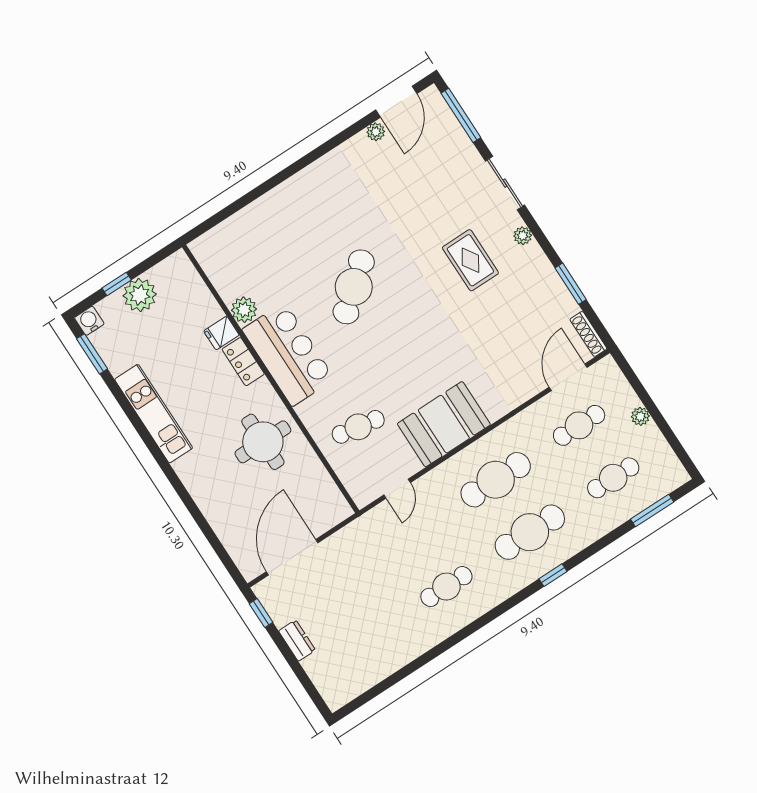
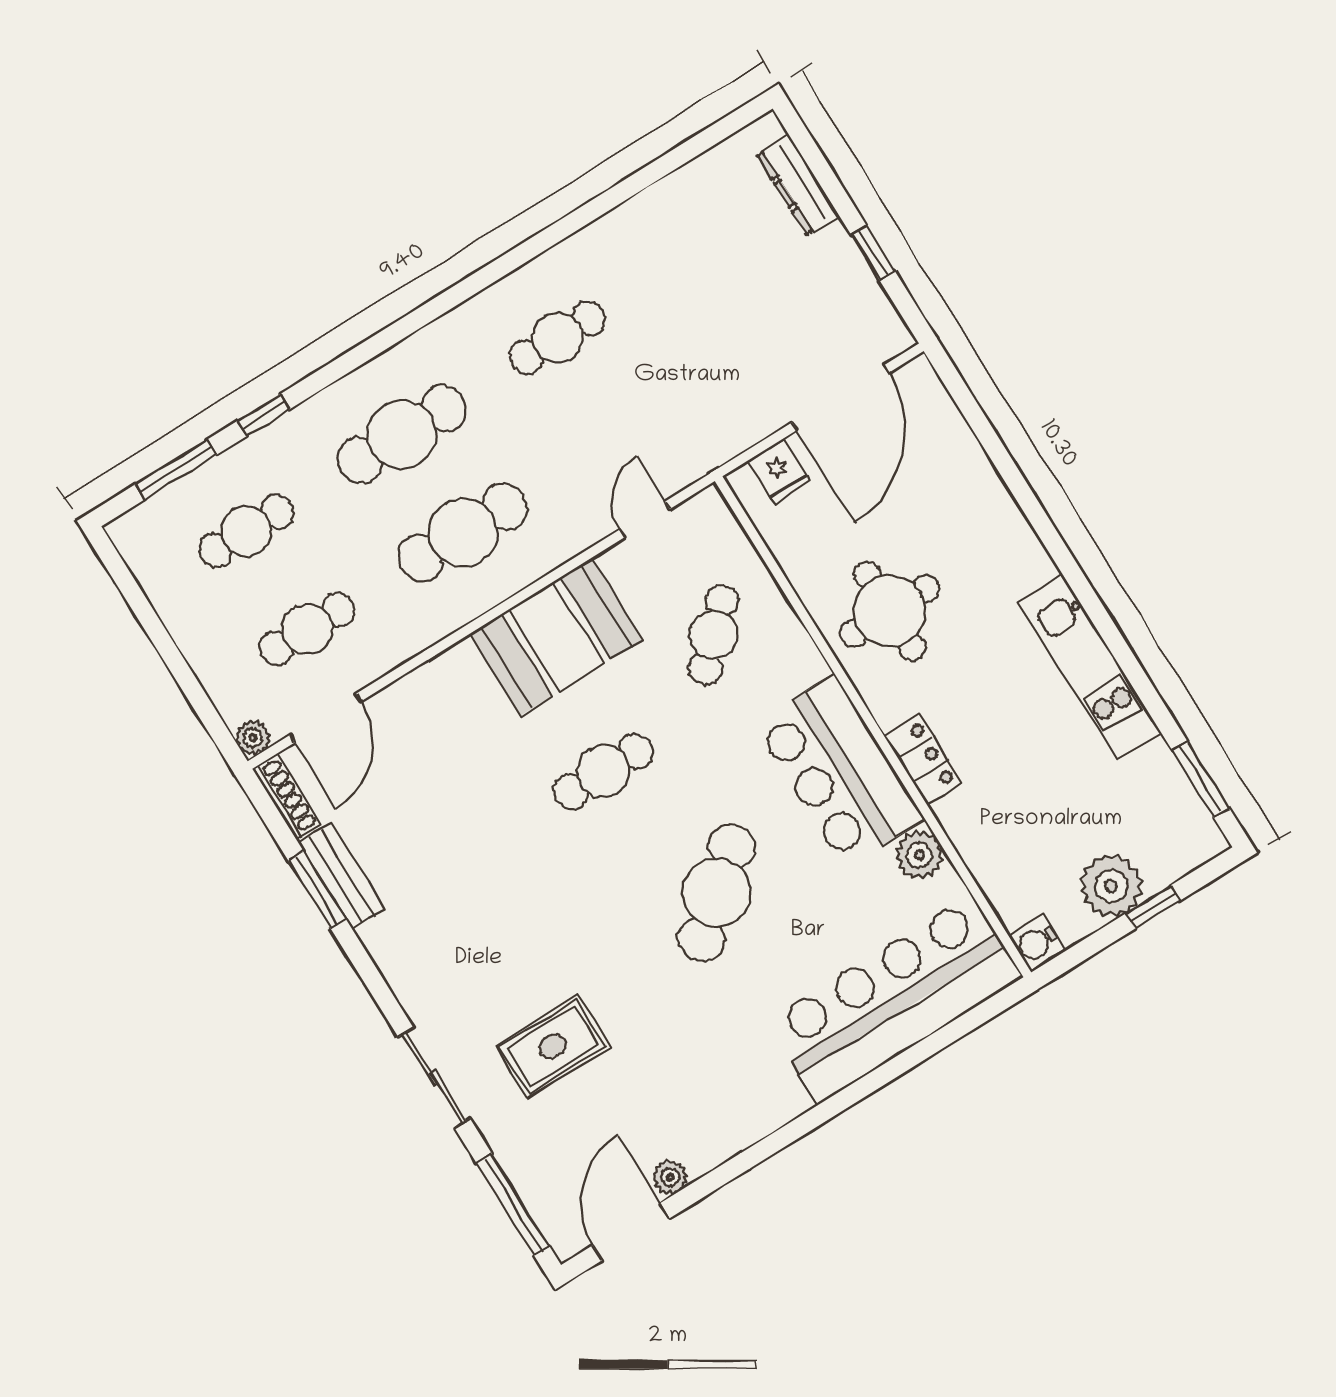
bar counter: (256, 231) -> (895, 999), added
plant: (523, 236) -> (404, 980), removed
rug: (470, 260) -> (553, 1047), moved, turned 90
bench: (557, 292) -> (342, 876), added
water cooler: (89, 321) -> (1037, 943), moved, turned 90
fridge: (221, 333) -> (779, 471), moved, turned 90
cafe table: (417, 351) -> (603, 771), added
plant: (640, 416) -> (253, 738), moved
cafe table: (358, 427) -> (714, 635), turned -54
window: (553, 575) -> (264, 415), moved
window: (261, 613) -> (873, 253), moved
dresser: (297, 641) -> (798, 185), moved, width x1.44

